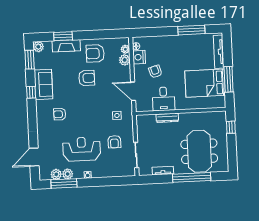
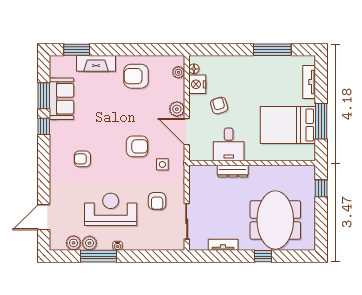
window: (63, 36) -> (77, 50), moved
plant: (38, 47) -> (57, 63), removed
tv unit: (219, 52) -> (309, 82), width x0.71
window: (30, 60) -> (44, 96), moved
plant: (125, 60) -> (177, 109), moved
armchair: (87, 78) -> (137, 146), moved
sofa: (43, 84) -> (62, 99), moved
window: (192, 177) -> (263, 256), width x0.32
window: (64, 183) -> (99, 256), moved

